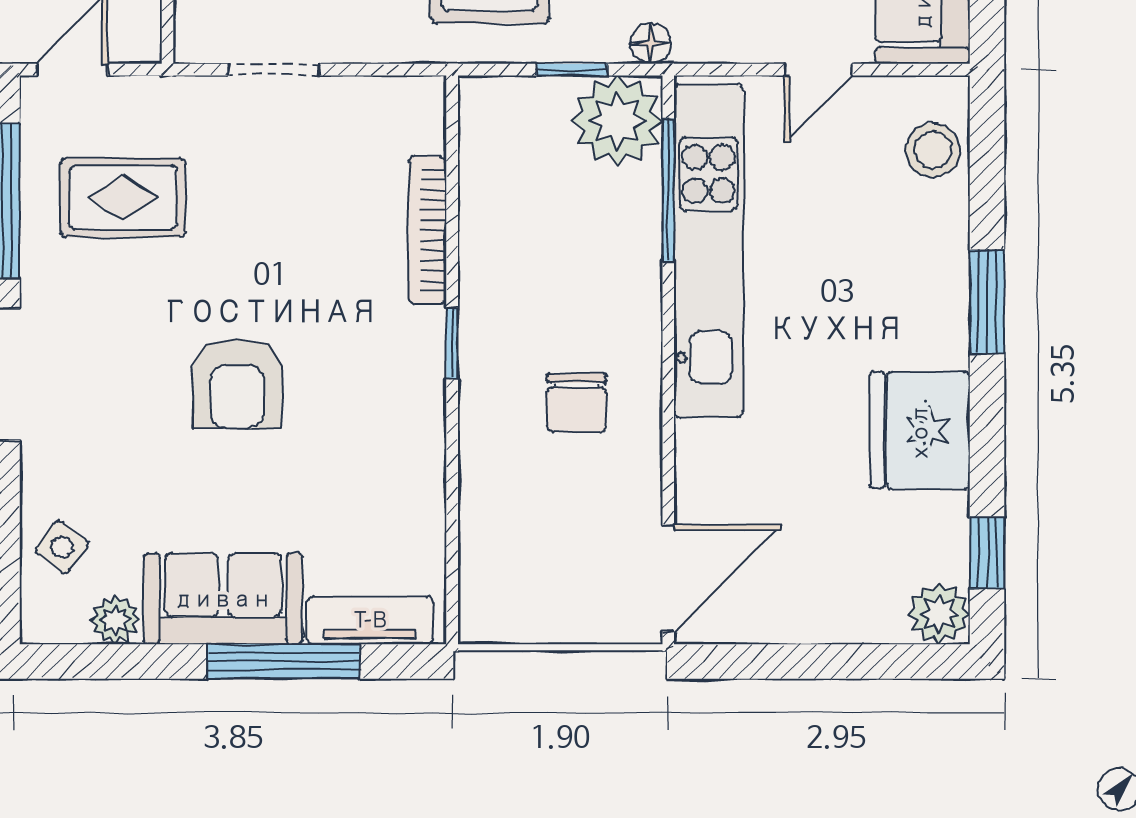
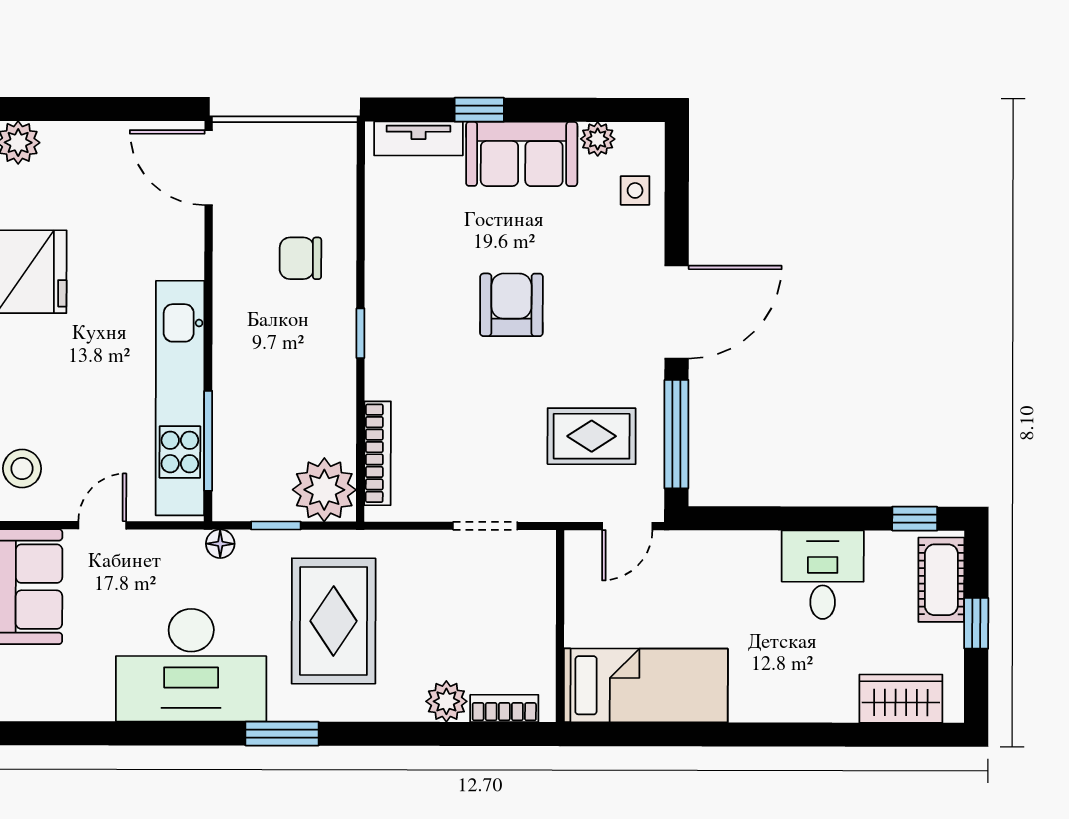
plant: (617, 121) -> (324, 490), moved
bookcase: (427, 230) -> (378, 453), moved
chair: (576, 403) -> (300, 258), moved, turned -90
side table: (62, 547) -> (635, 190), turned -36
door: (668, 578) -> (209, 168), hinge flipped
window: (284, 661) -> (479, 110), width x0.46

